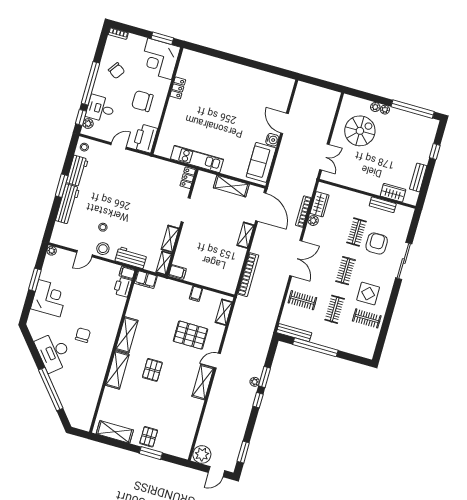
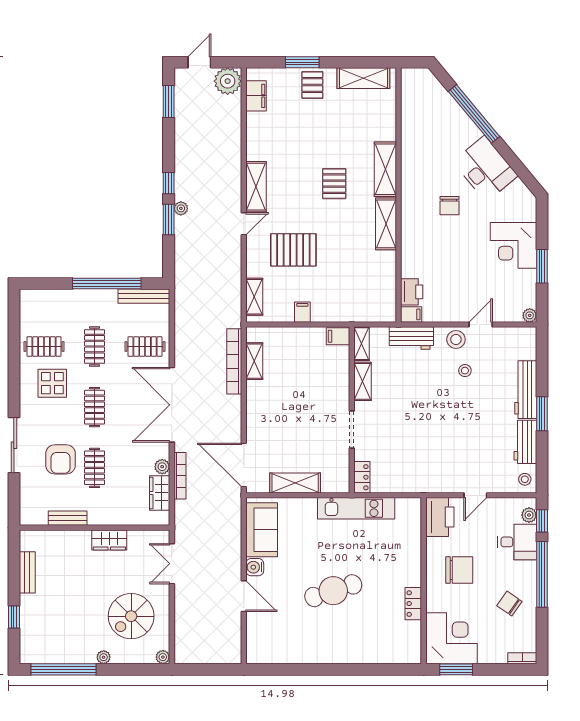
plant: (375, 107) -> (163, 657), moved
cafe table: (226, 111) -> (333, 591), added
wardrobe: (393, 193) -> (109, 540), moved
shelving: (246, 235) -> (254, 361), moved
double door: (296, 258) -> (172, 405), width x1.36
filing cabinet: (146, 280) -> (256, 96), moved, turned 90

